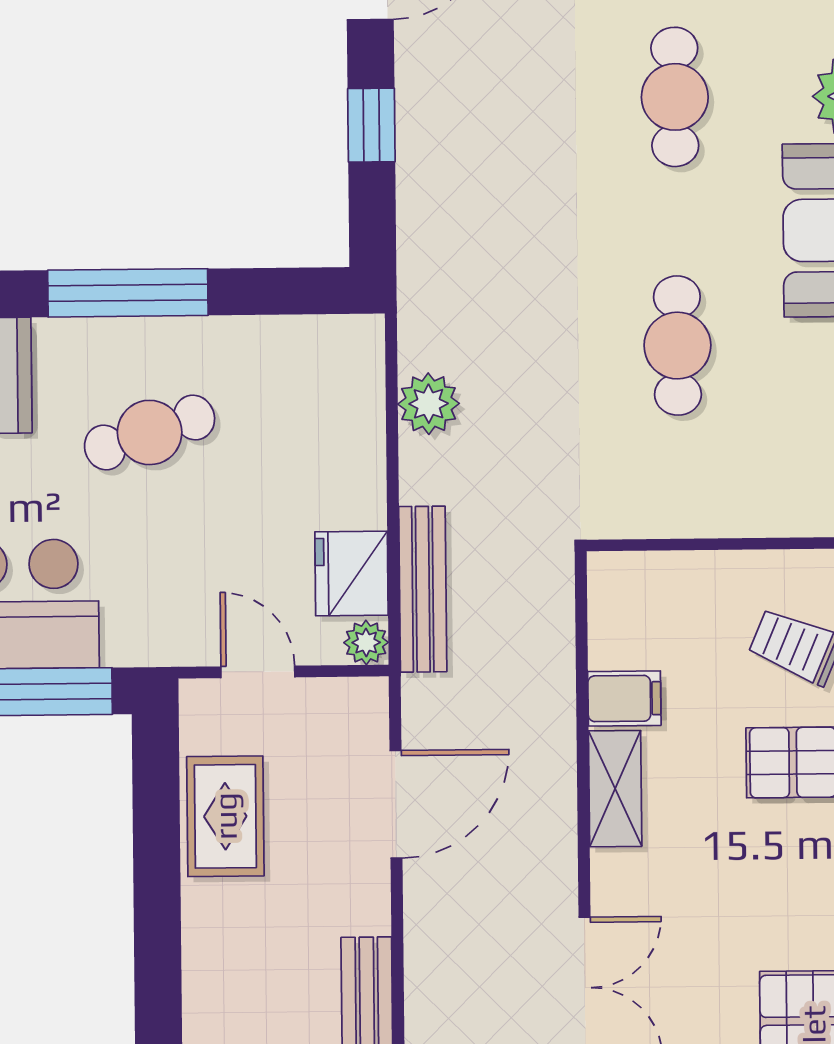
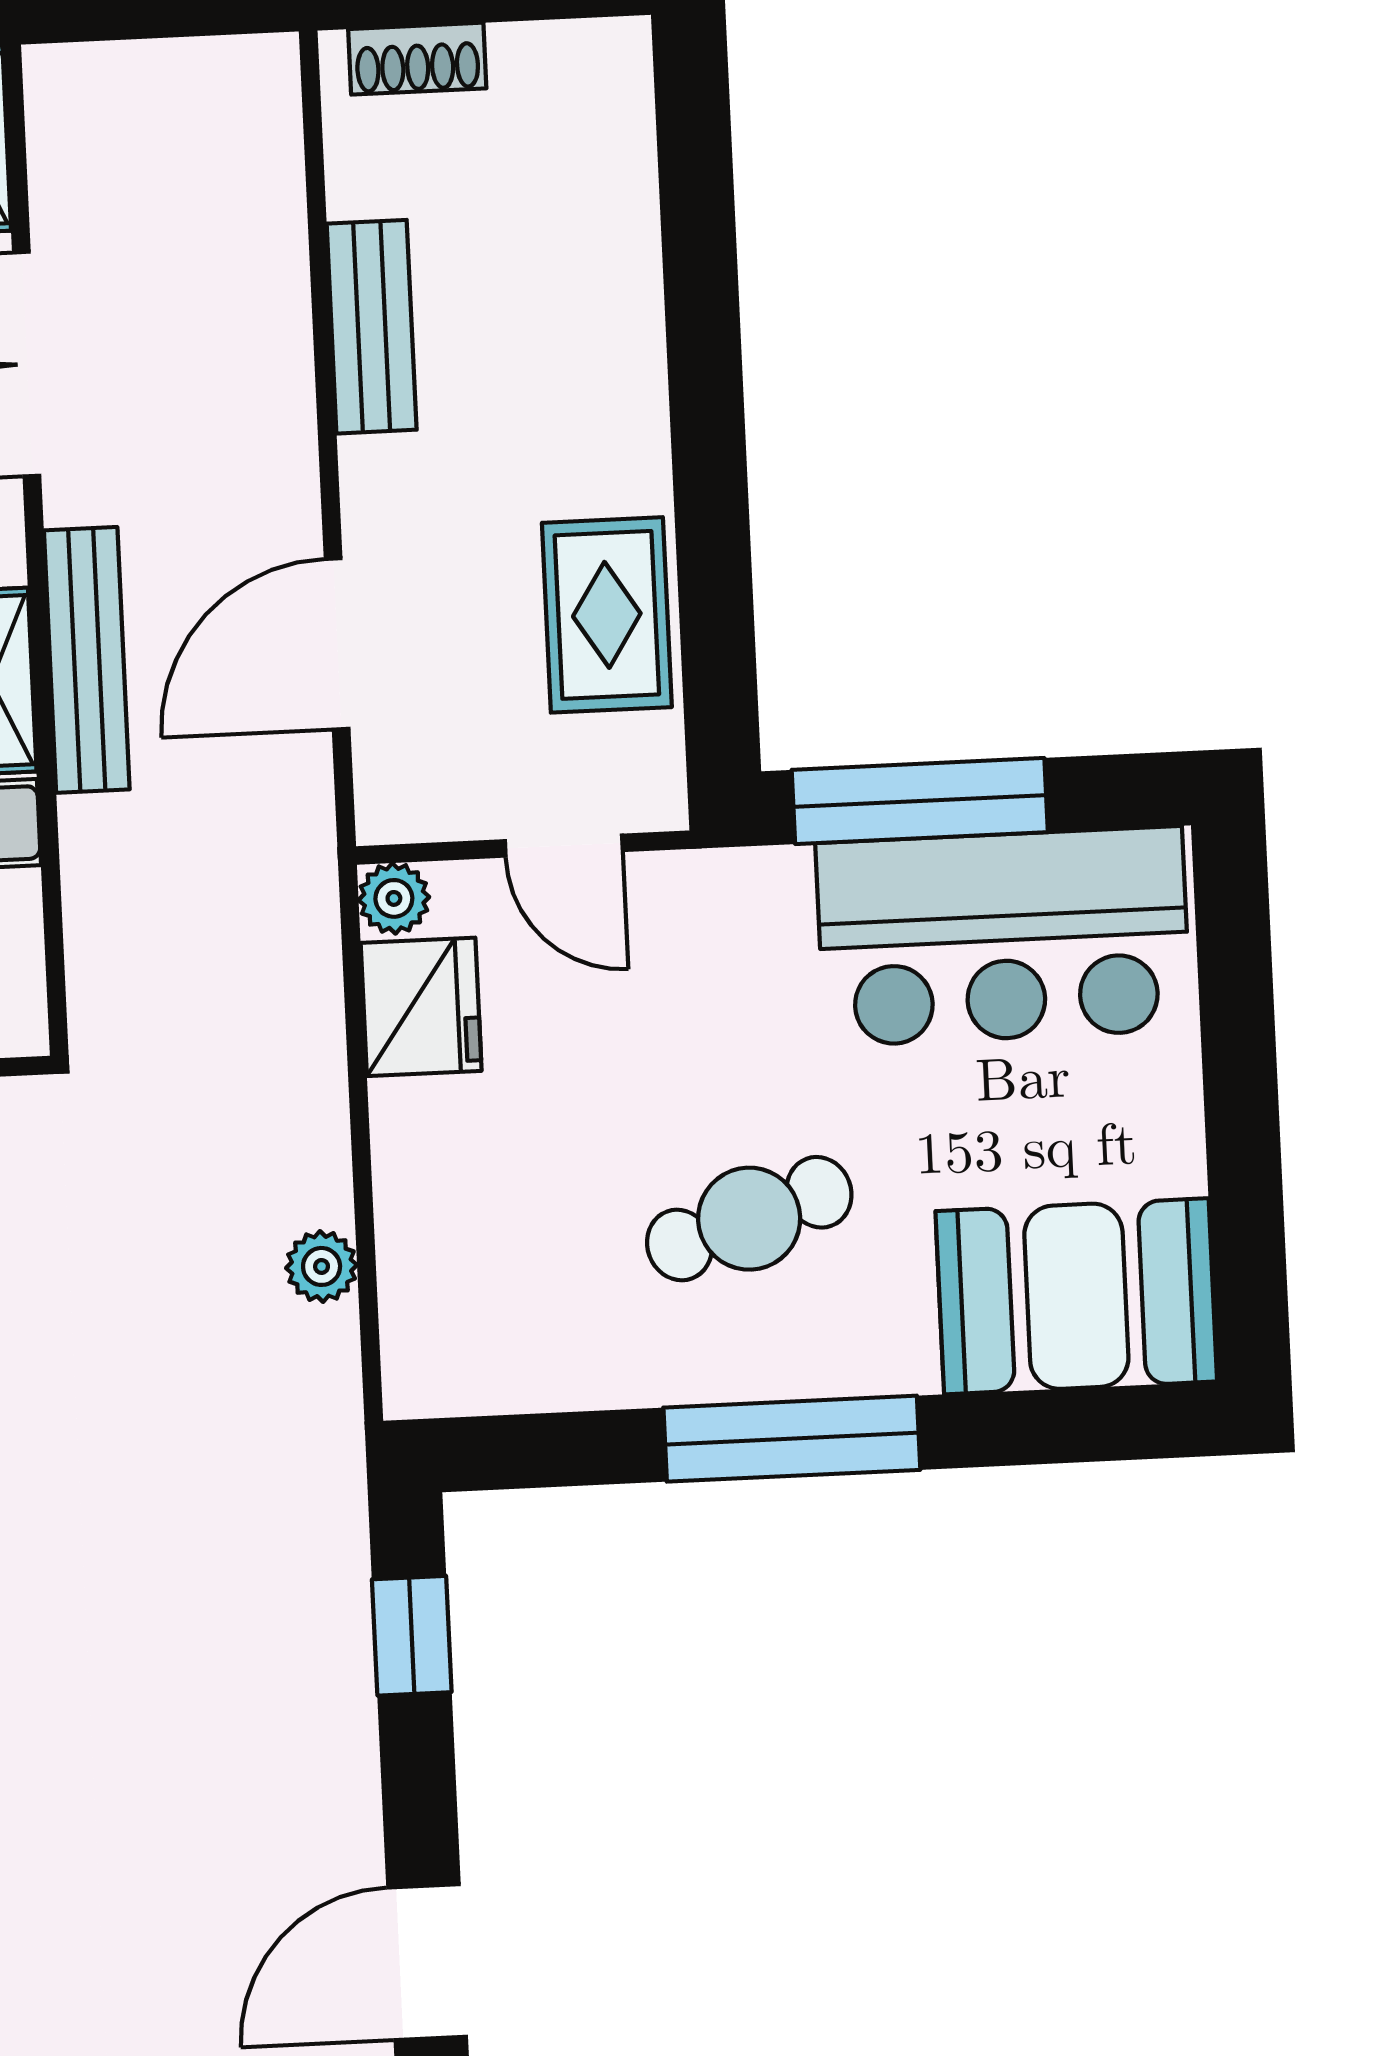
window: (371, 125) -> (412, 1636), moved
plant: (429, 404) -> (322, 1266), width x0.73, depth x0.73
bench: (423, 589) -> (87, 660), moved

